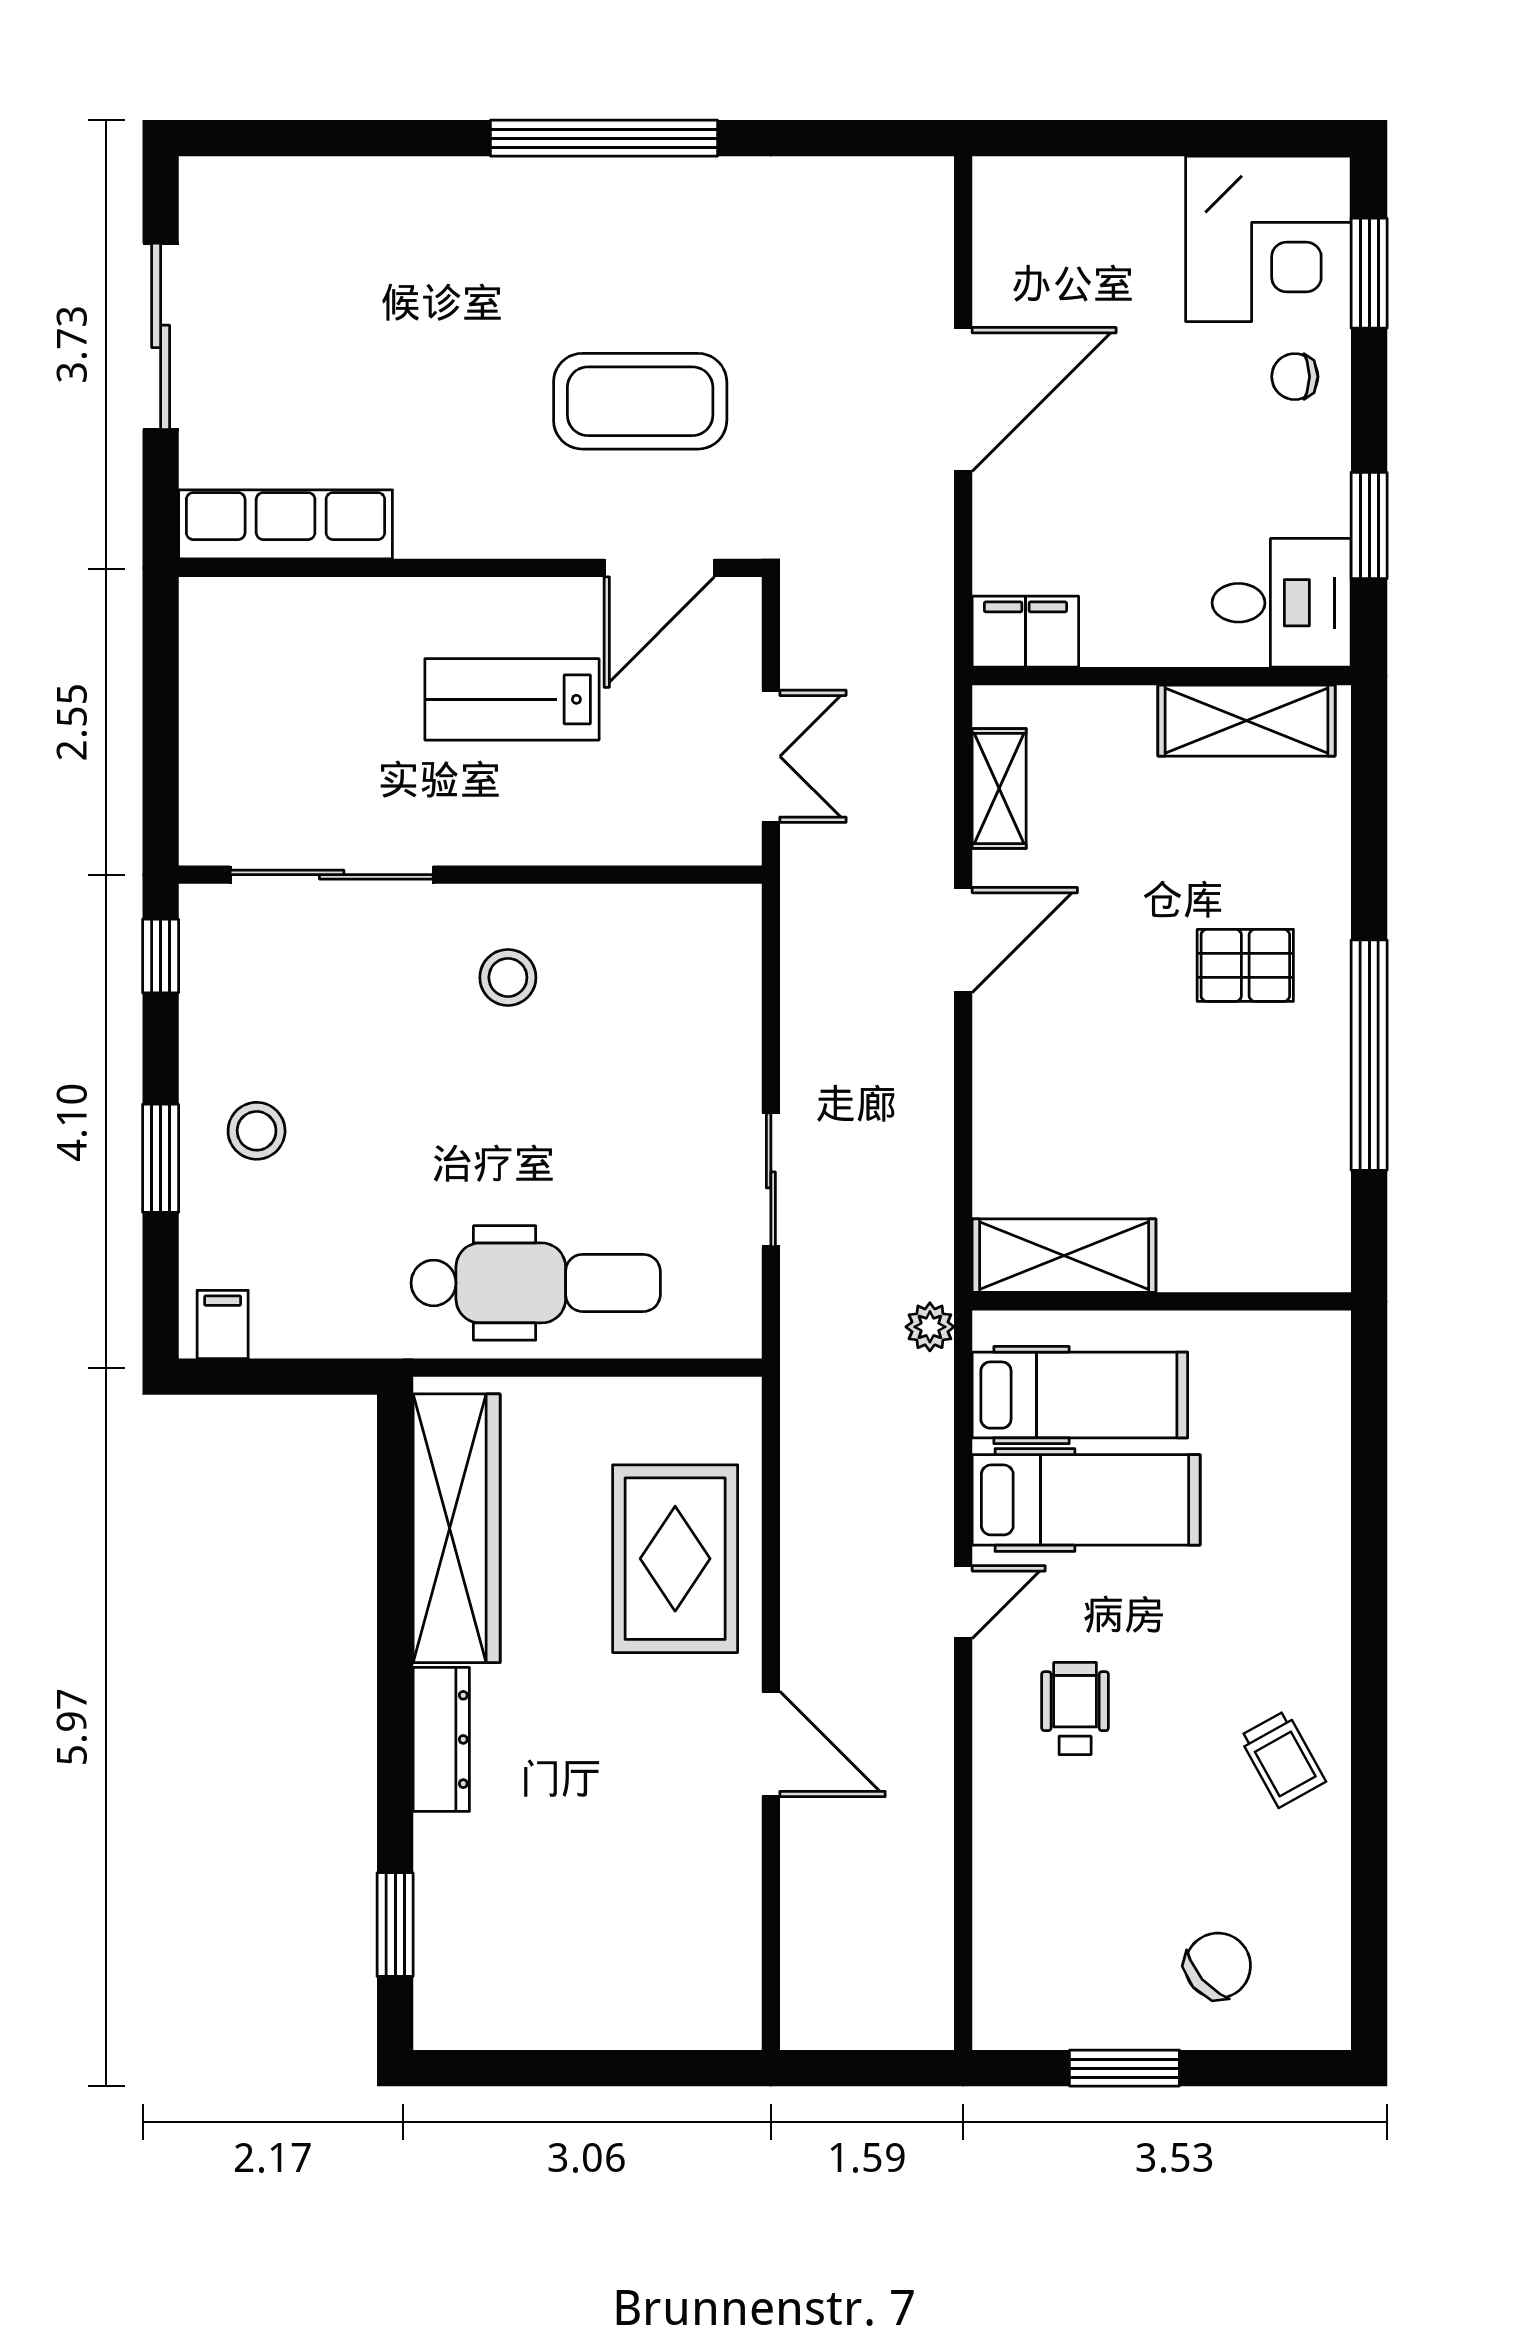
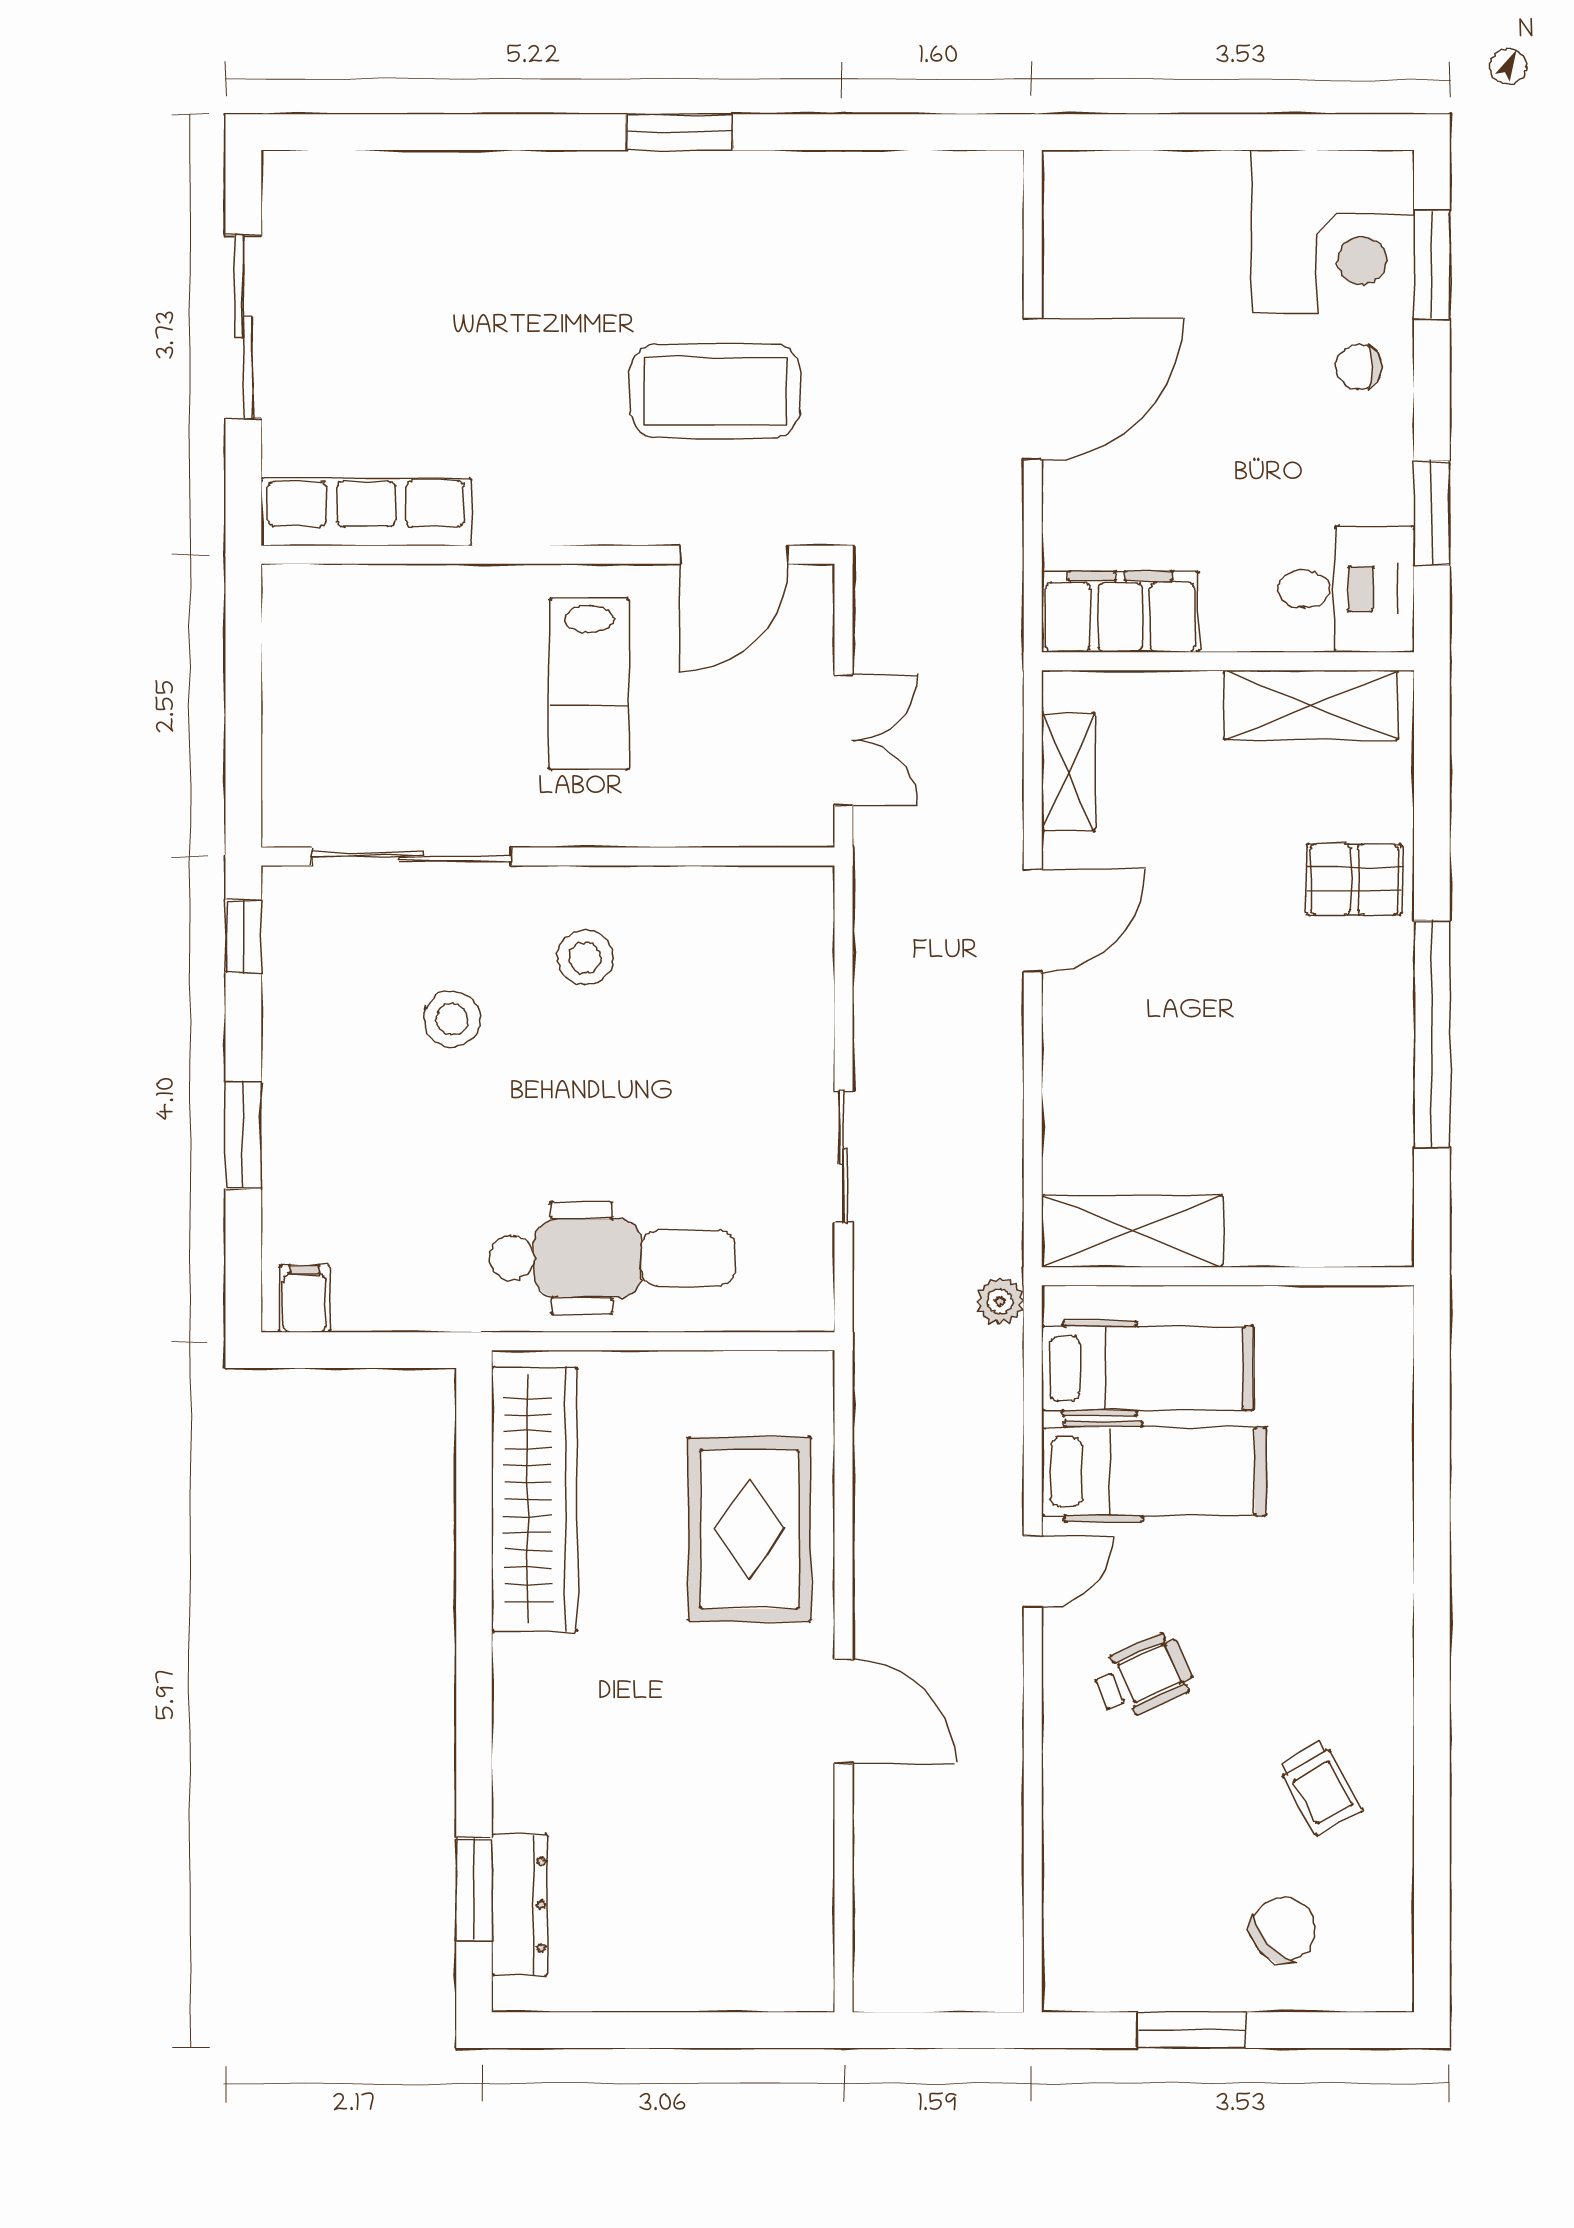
window: (604, 138) -> (680, 132), width x0.47
filing cabinet: (1025, 632) -> (1120, 612), width x1.50, depth x1.17
lab bench: (512, 699) -> (589, 684), turned -90
pallet: (1245, 965) -> (1354, 879), moved
stool: (257, 1131) -> (452, 1019), moved
wheelchair: (1075, 1709) -> (1143, 1677), turned 66
dresser: (441, 1739) -> (519, 1905), moved
trolley: (1282, 1759) -> (1320, 1788), moved

